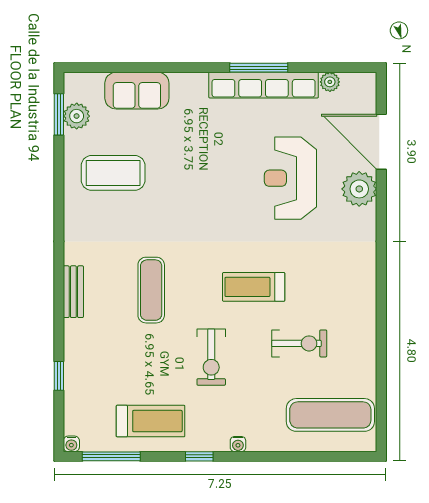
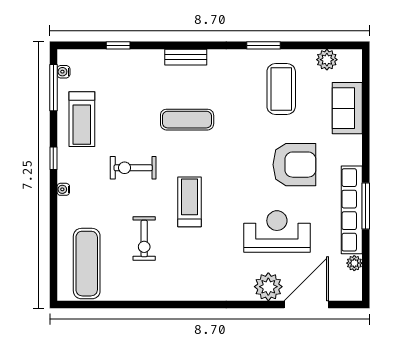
window: (59, 114) -> (263, 45), moved
armchair: (207, 156) -> (294, 165), added
water cooler: (71, 444) -> (63, 72), moved

